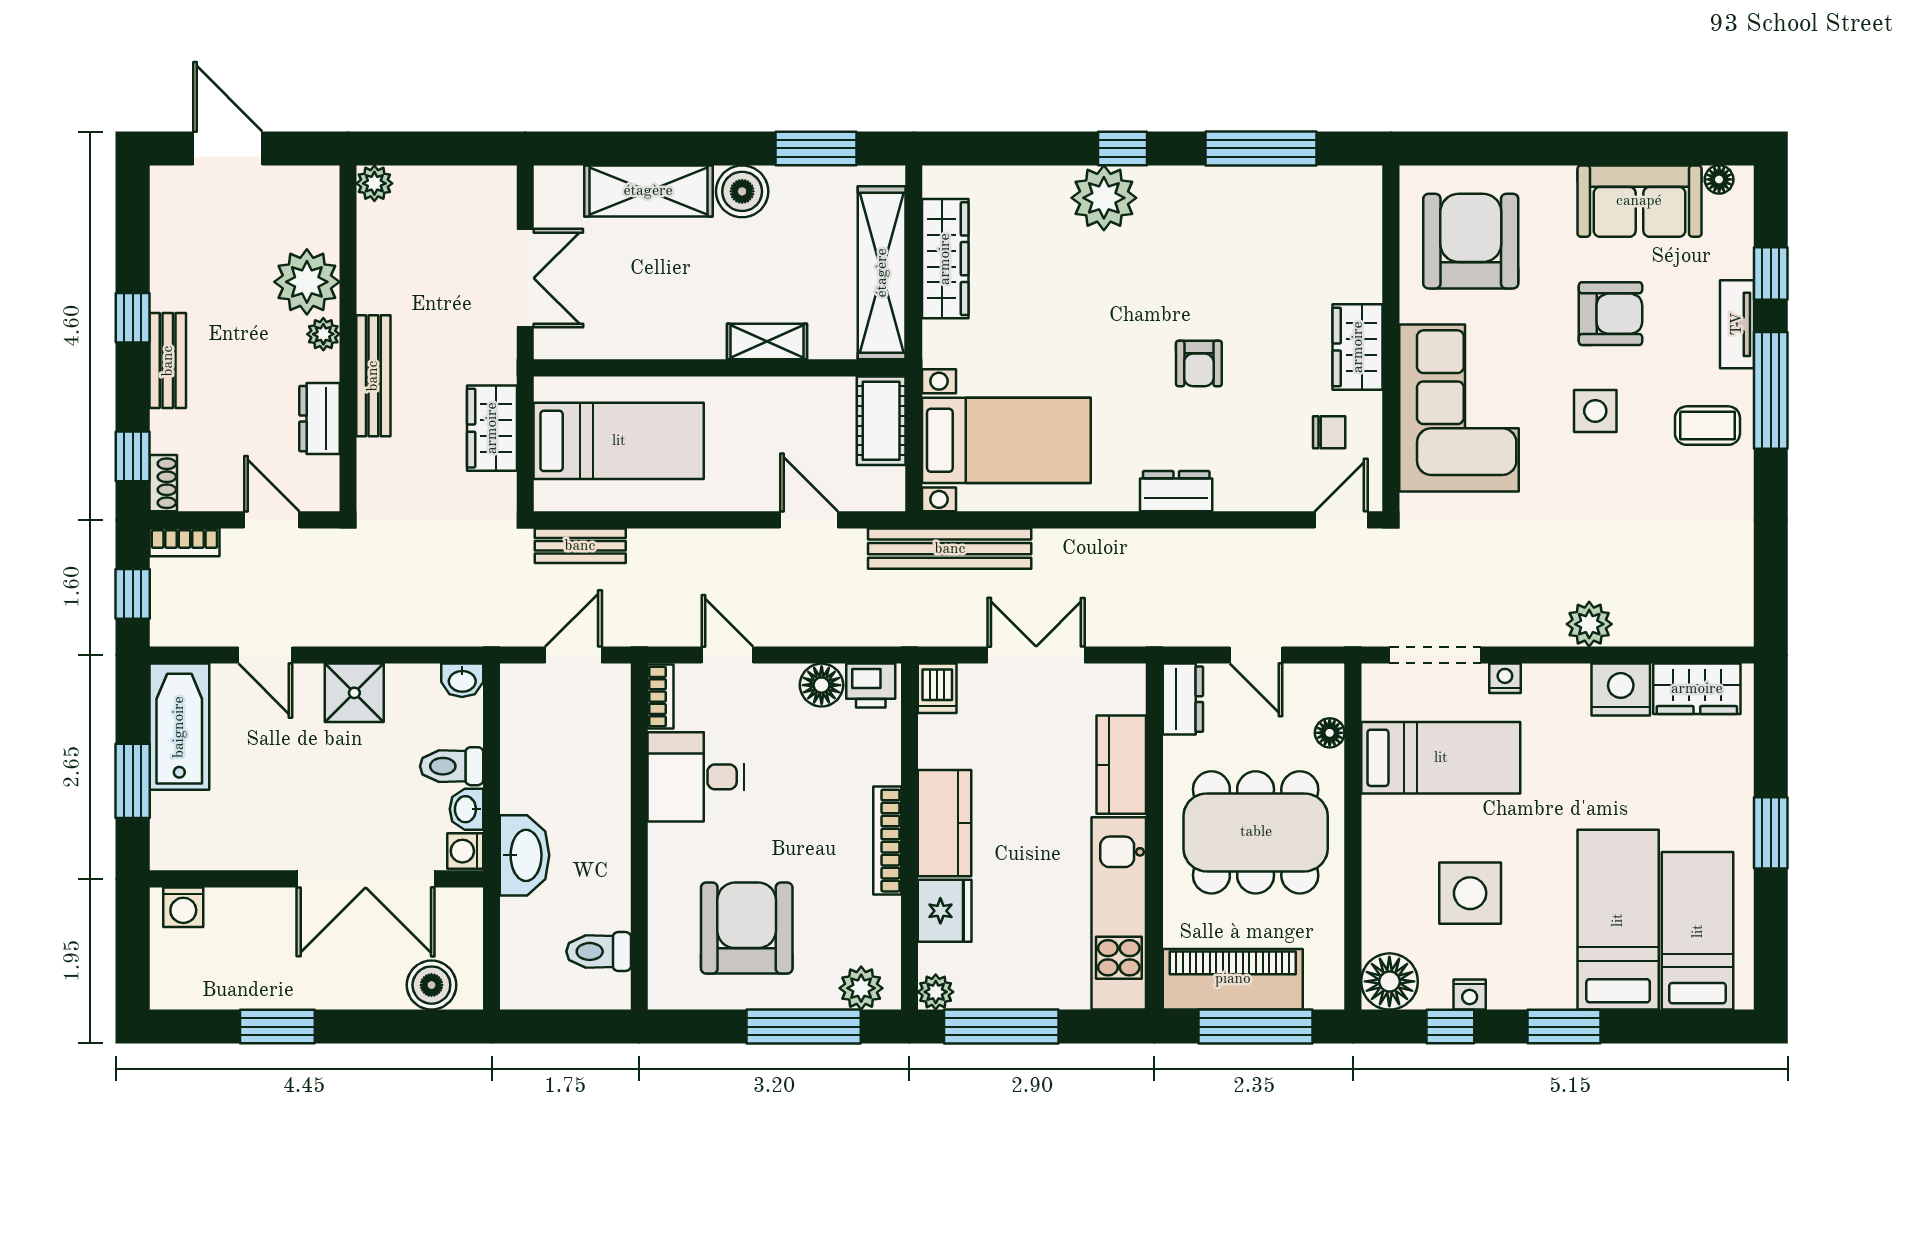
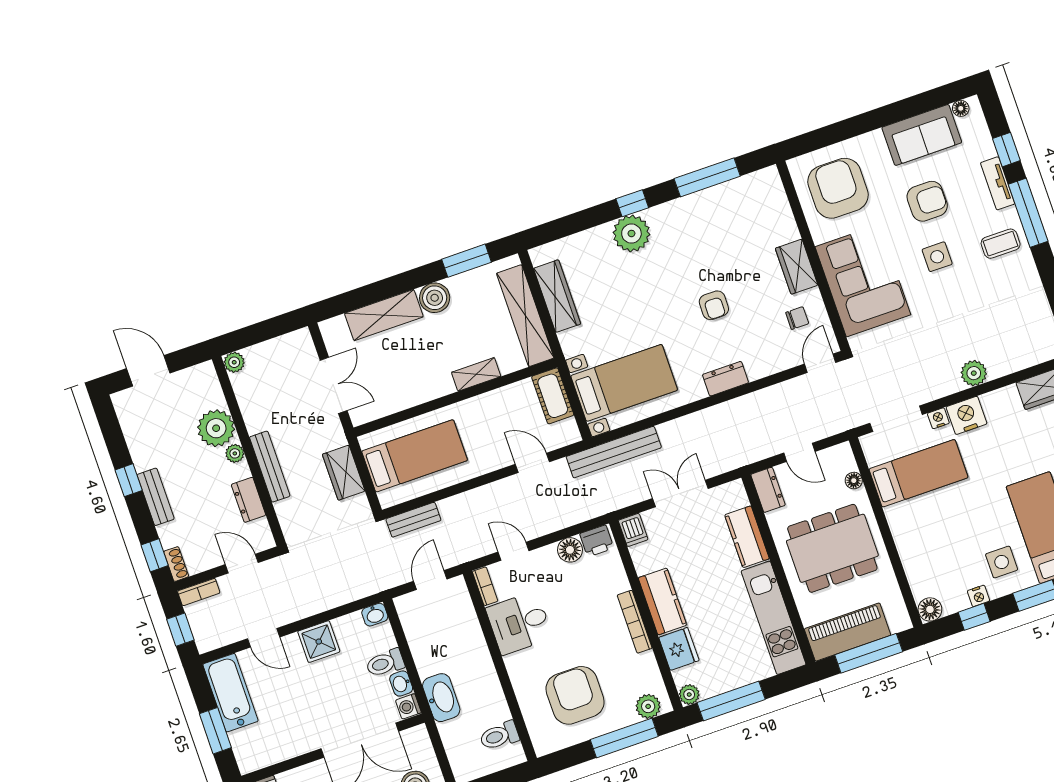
nightstand: (1621, 690) -> (967, 415), moved
side table: (1470, 893) -> (1002, 562), moved, width x0.73, depth x0.73
floor lamp: (1389, 981) -> (930, 609), width x0.73, depth x0.73

